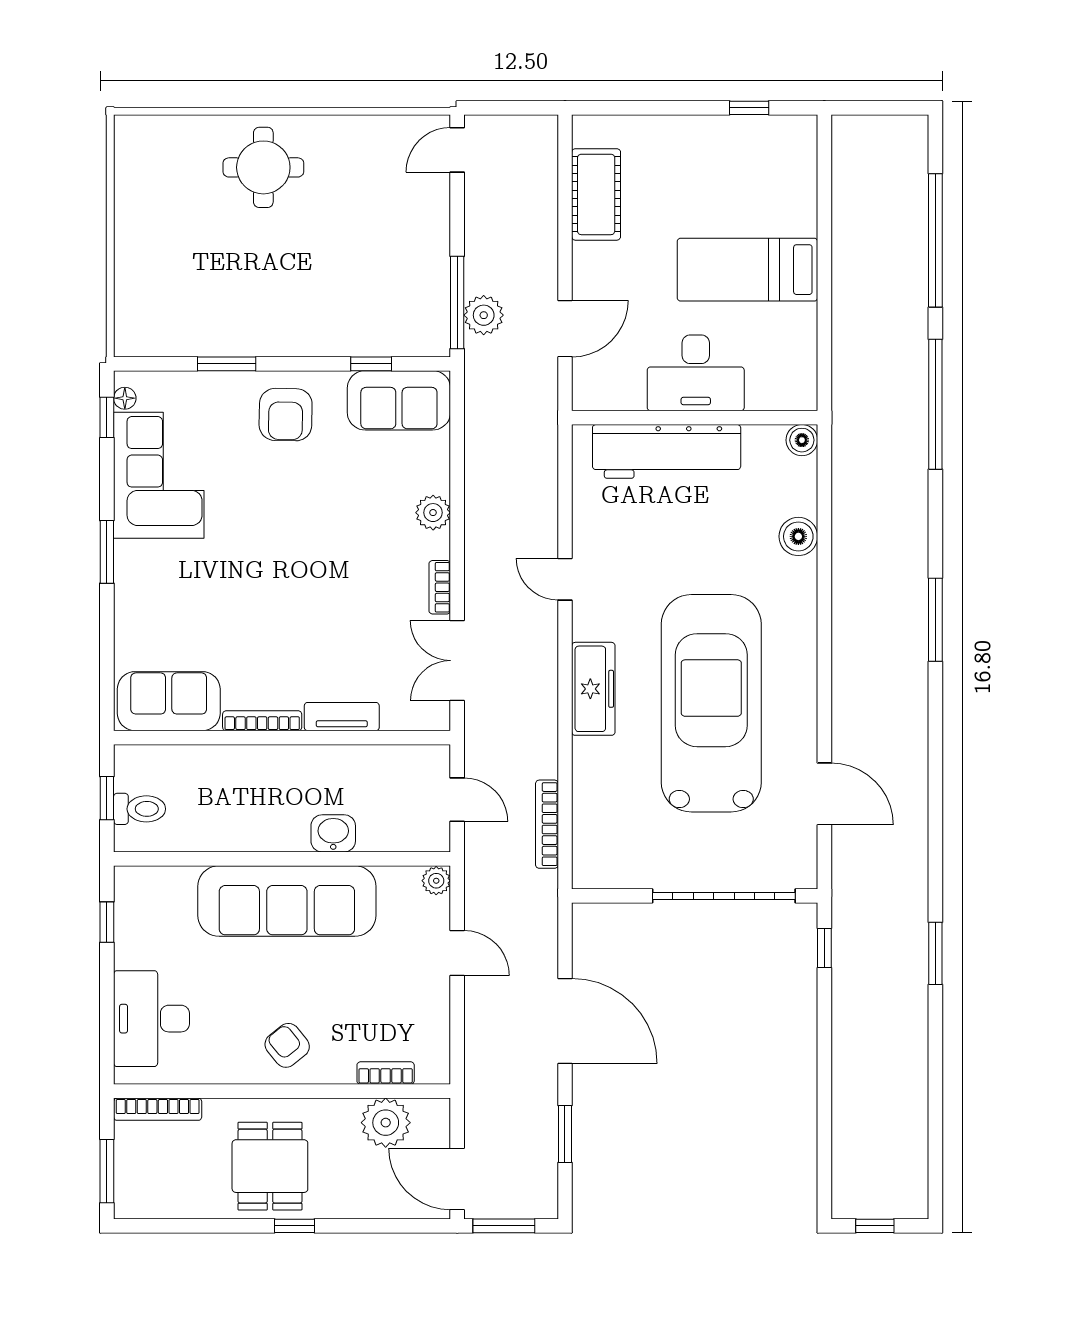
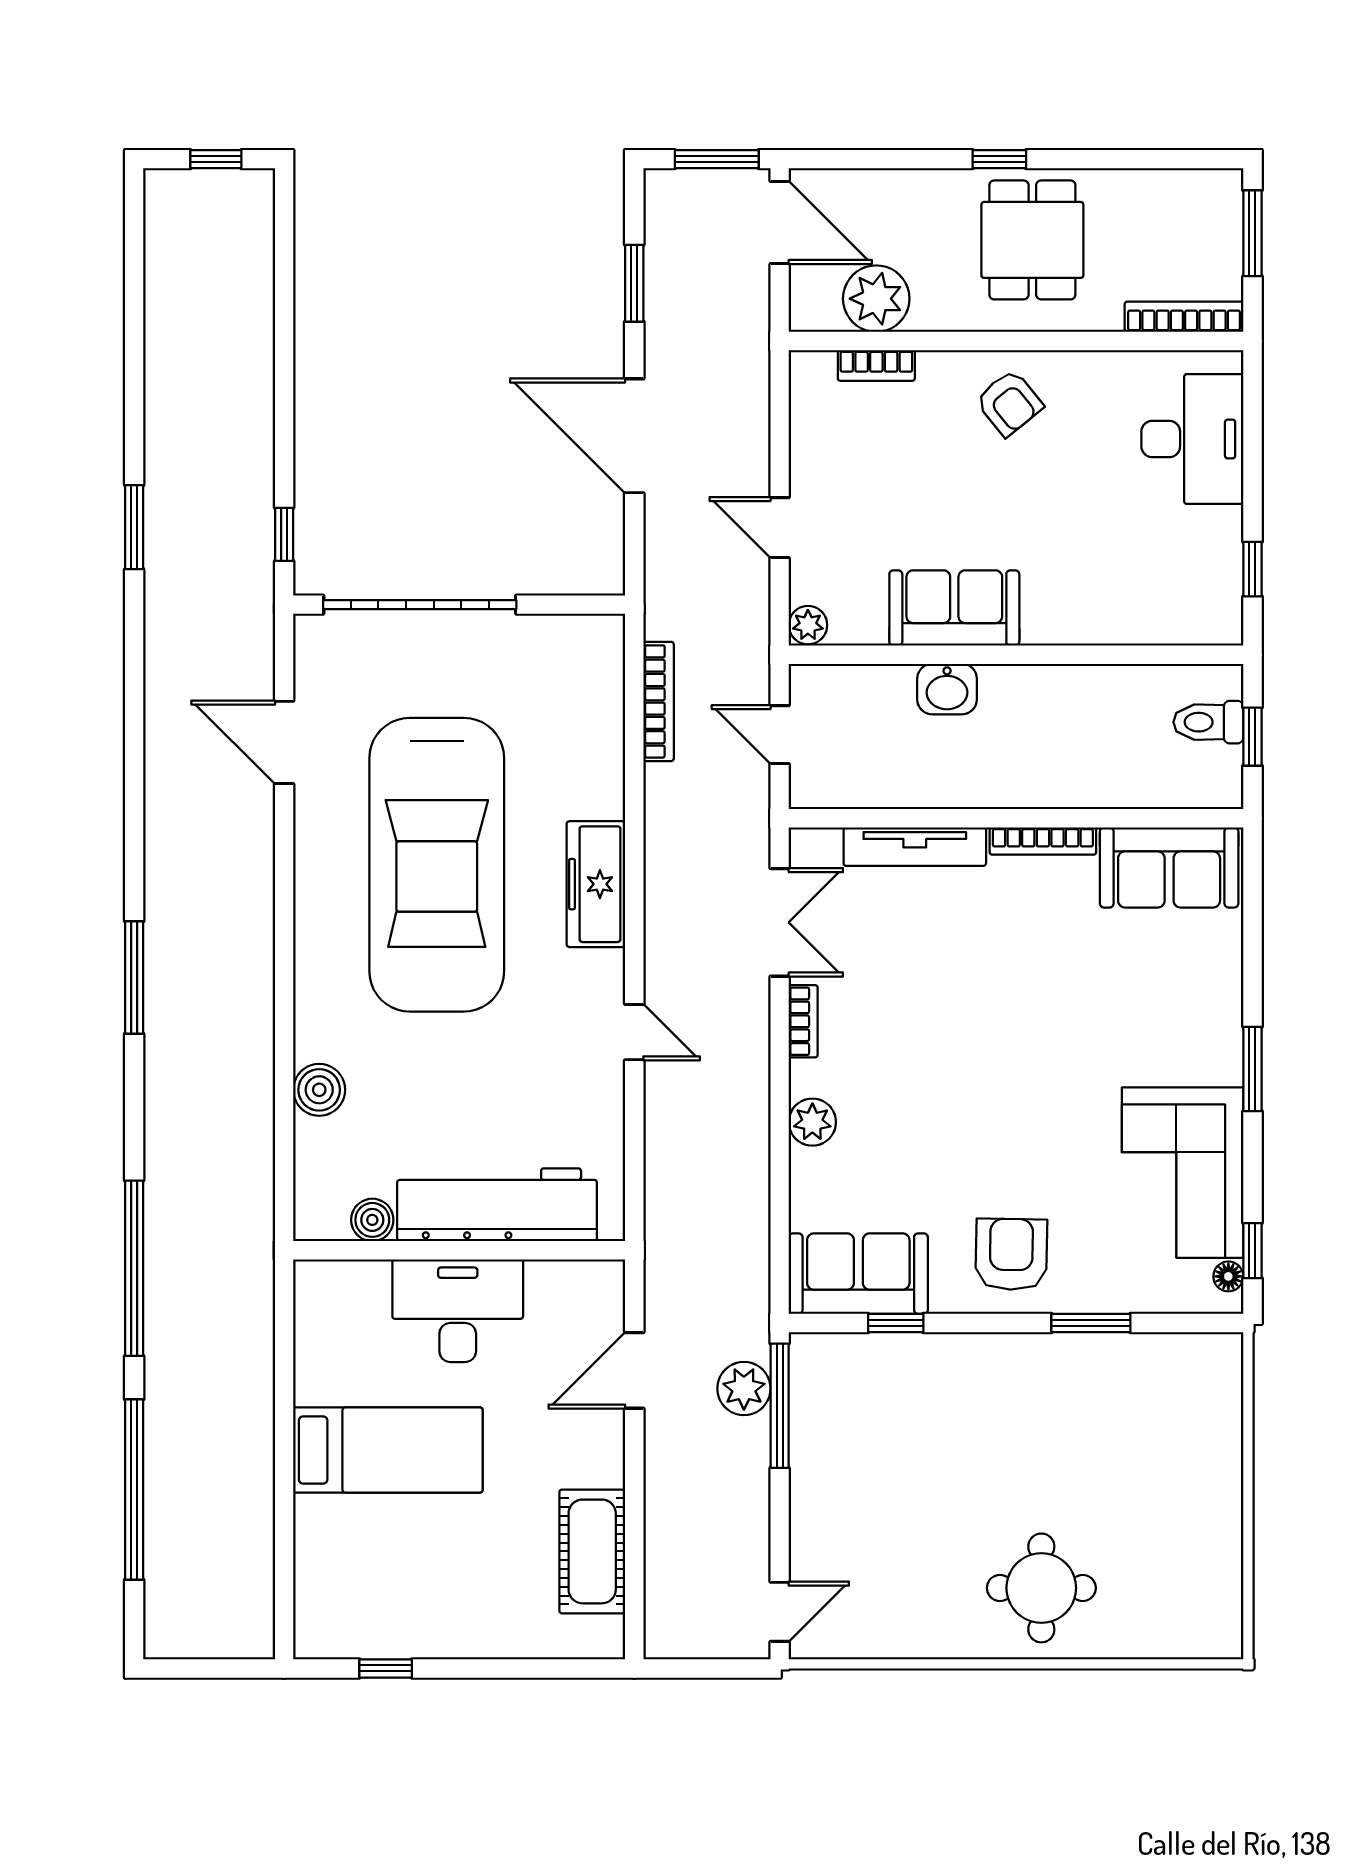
boiler: (802, 440) -> (372, 1220), moved
tv unit: (342, 717) -> (915, 847), width x1.41
sofa: (287, 901) -> (954, 608), width x0.54, depth x0.79

